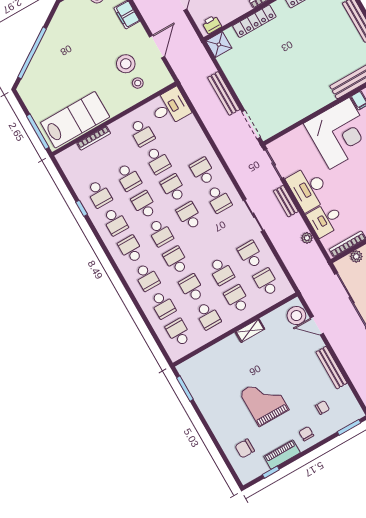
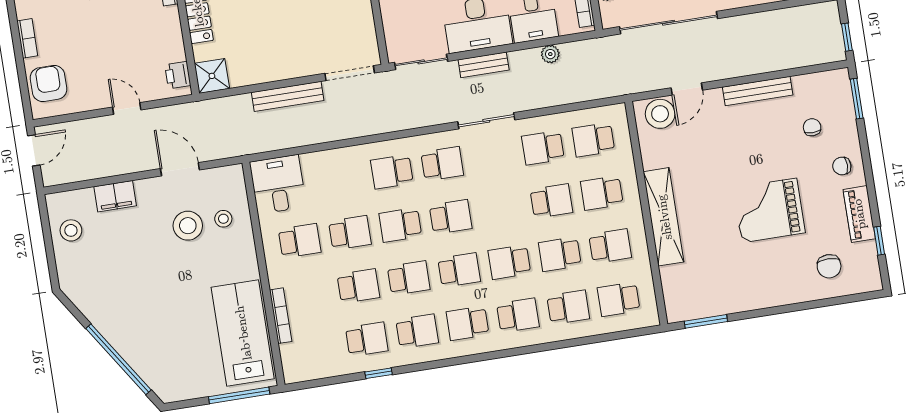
school desk: (144, 205) -> (409, 278), turned 180
school desk: (189, 216) -> (451, 217), turned 180
shelving: (250, 331) -> (664, 217), width x2.20, depth x1.33

